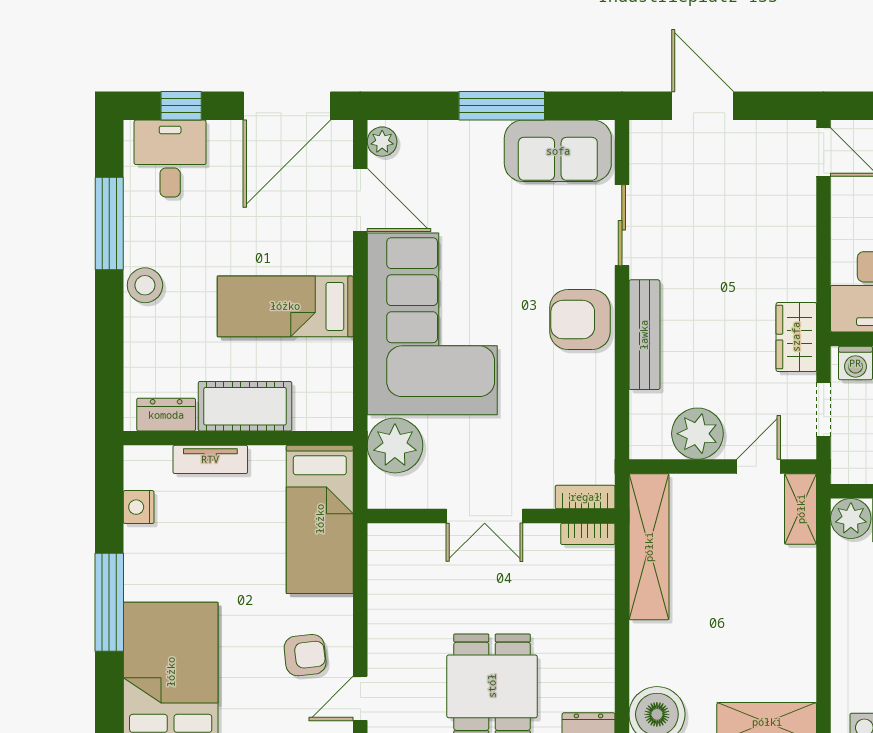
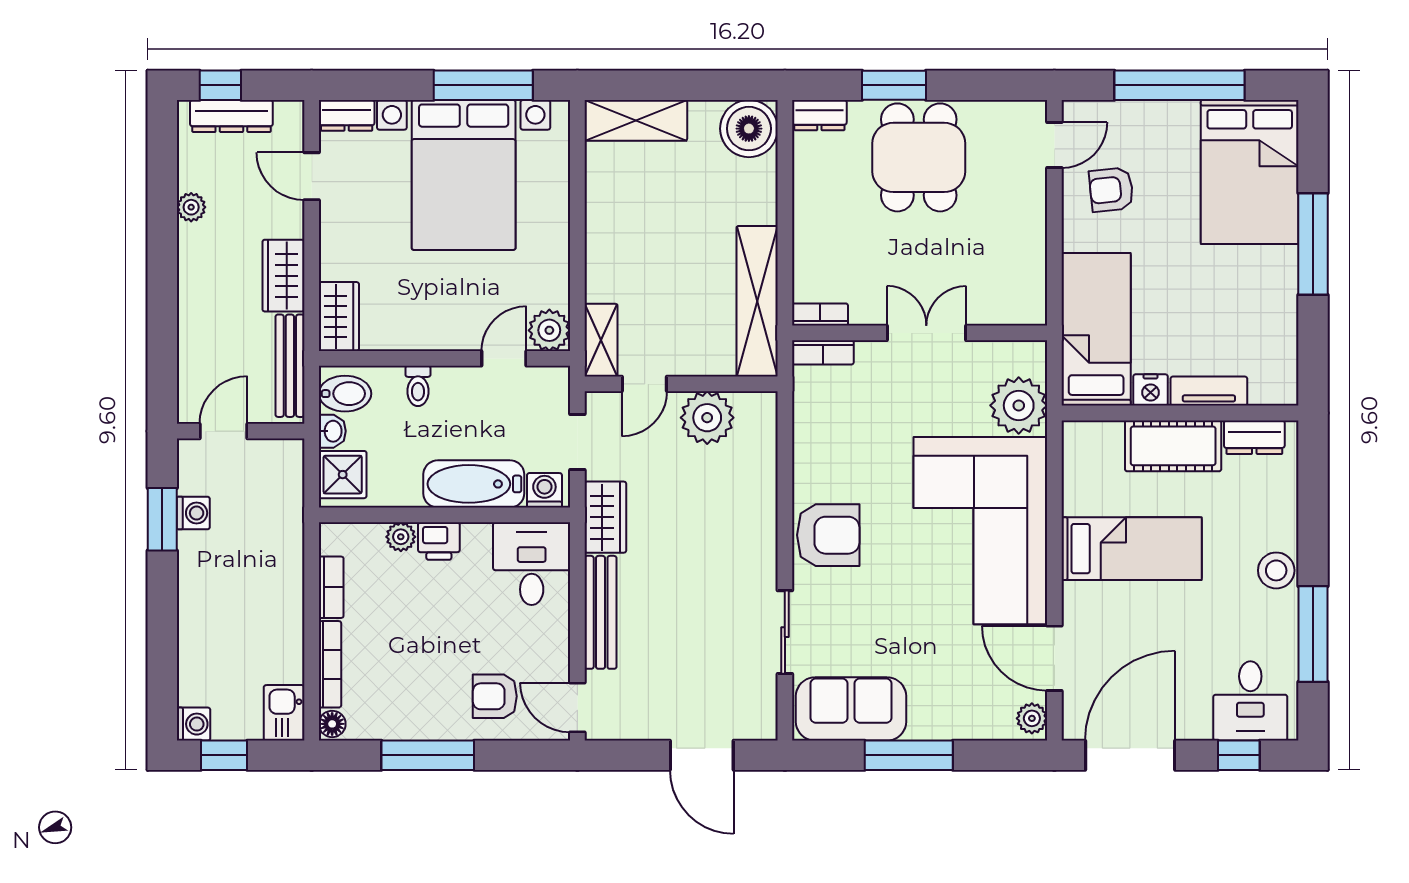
bench: (644, 335) -> (601, 612), moved
nightstand: (139, 507) -> (1151, 390), moved, turned 90

